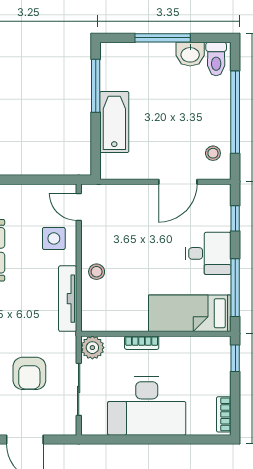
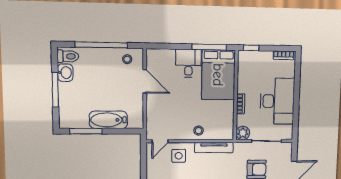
window: (235, 218) -> (167, 46), removed
bed: (190, 313) -> (218, 75), width x1.50

